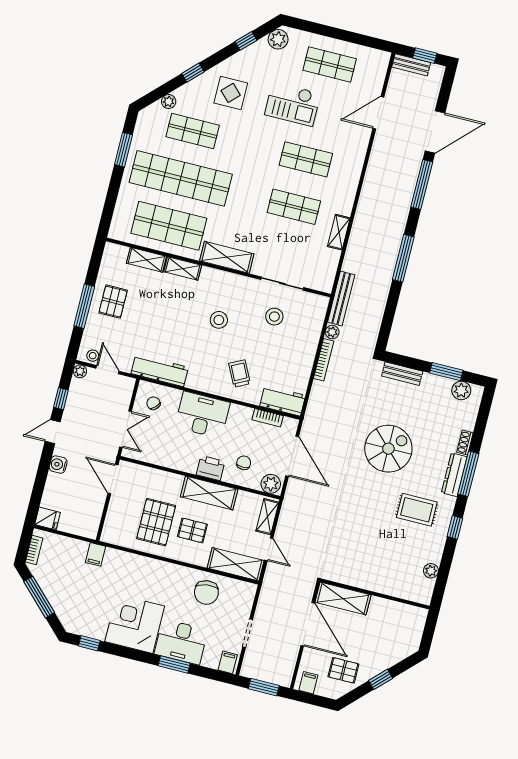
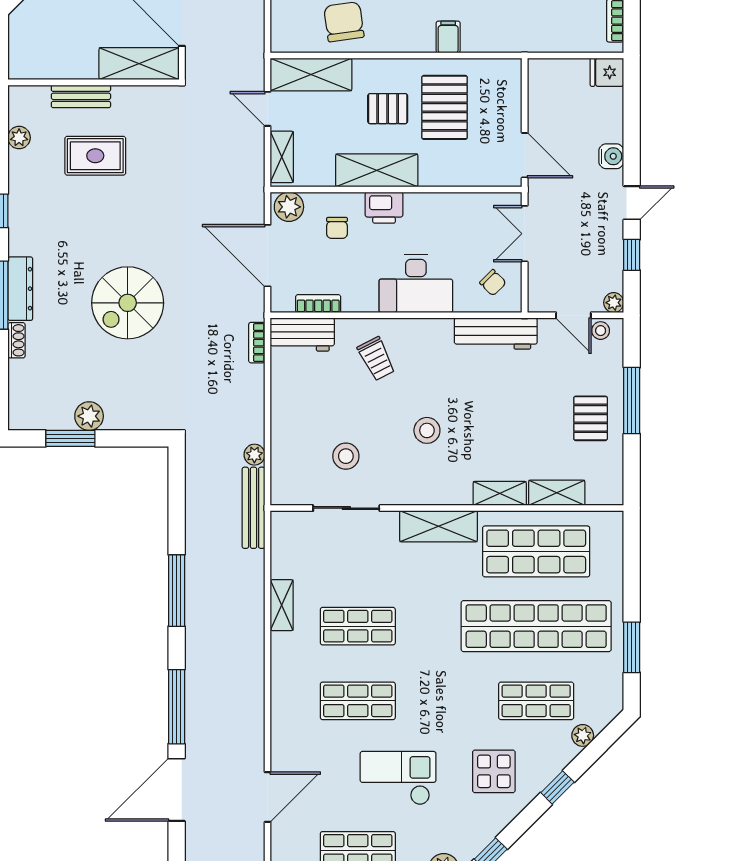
bookcase: (324, 360) -> (257, 343), moved, width x0.64
bench: (402, 374) -> (81, 96), moved
plant: (461, 390) -> (89, 416), moved
rug: (417, 510) -> (95, 156), moved
filing cabinet: (95, 554) -> (448, 37), moved

